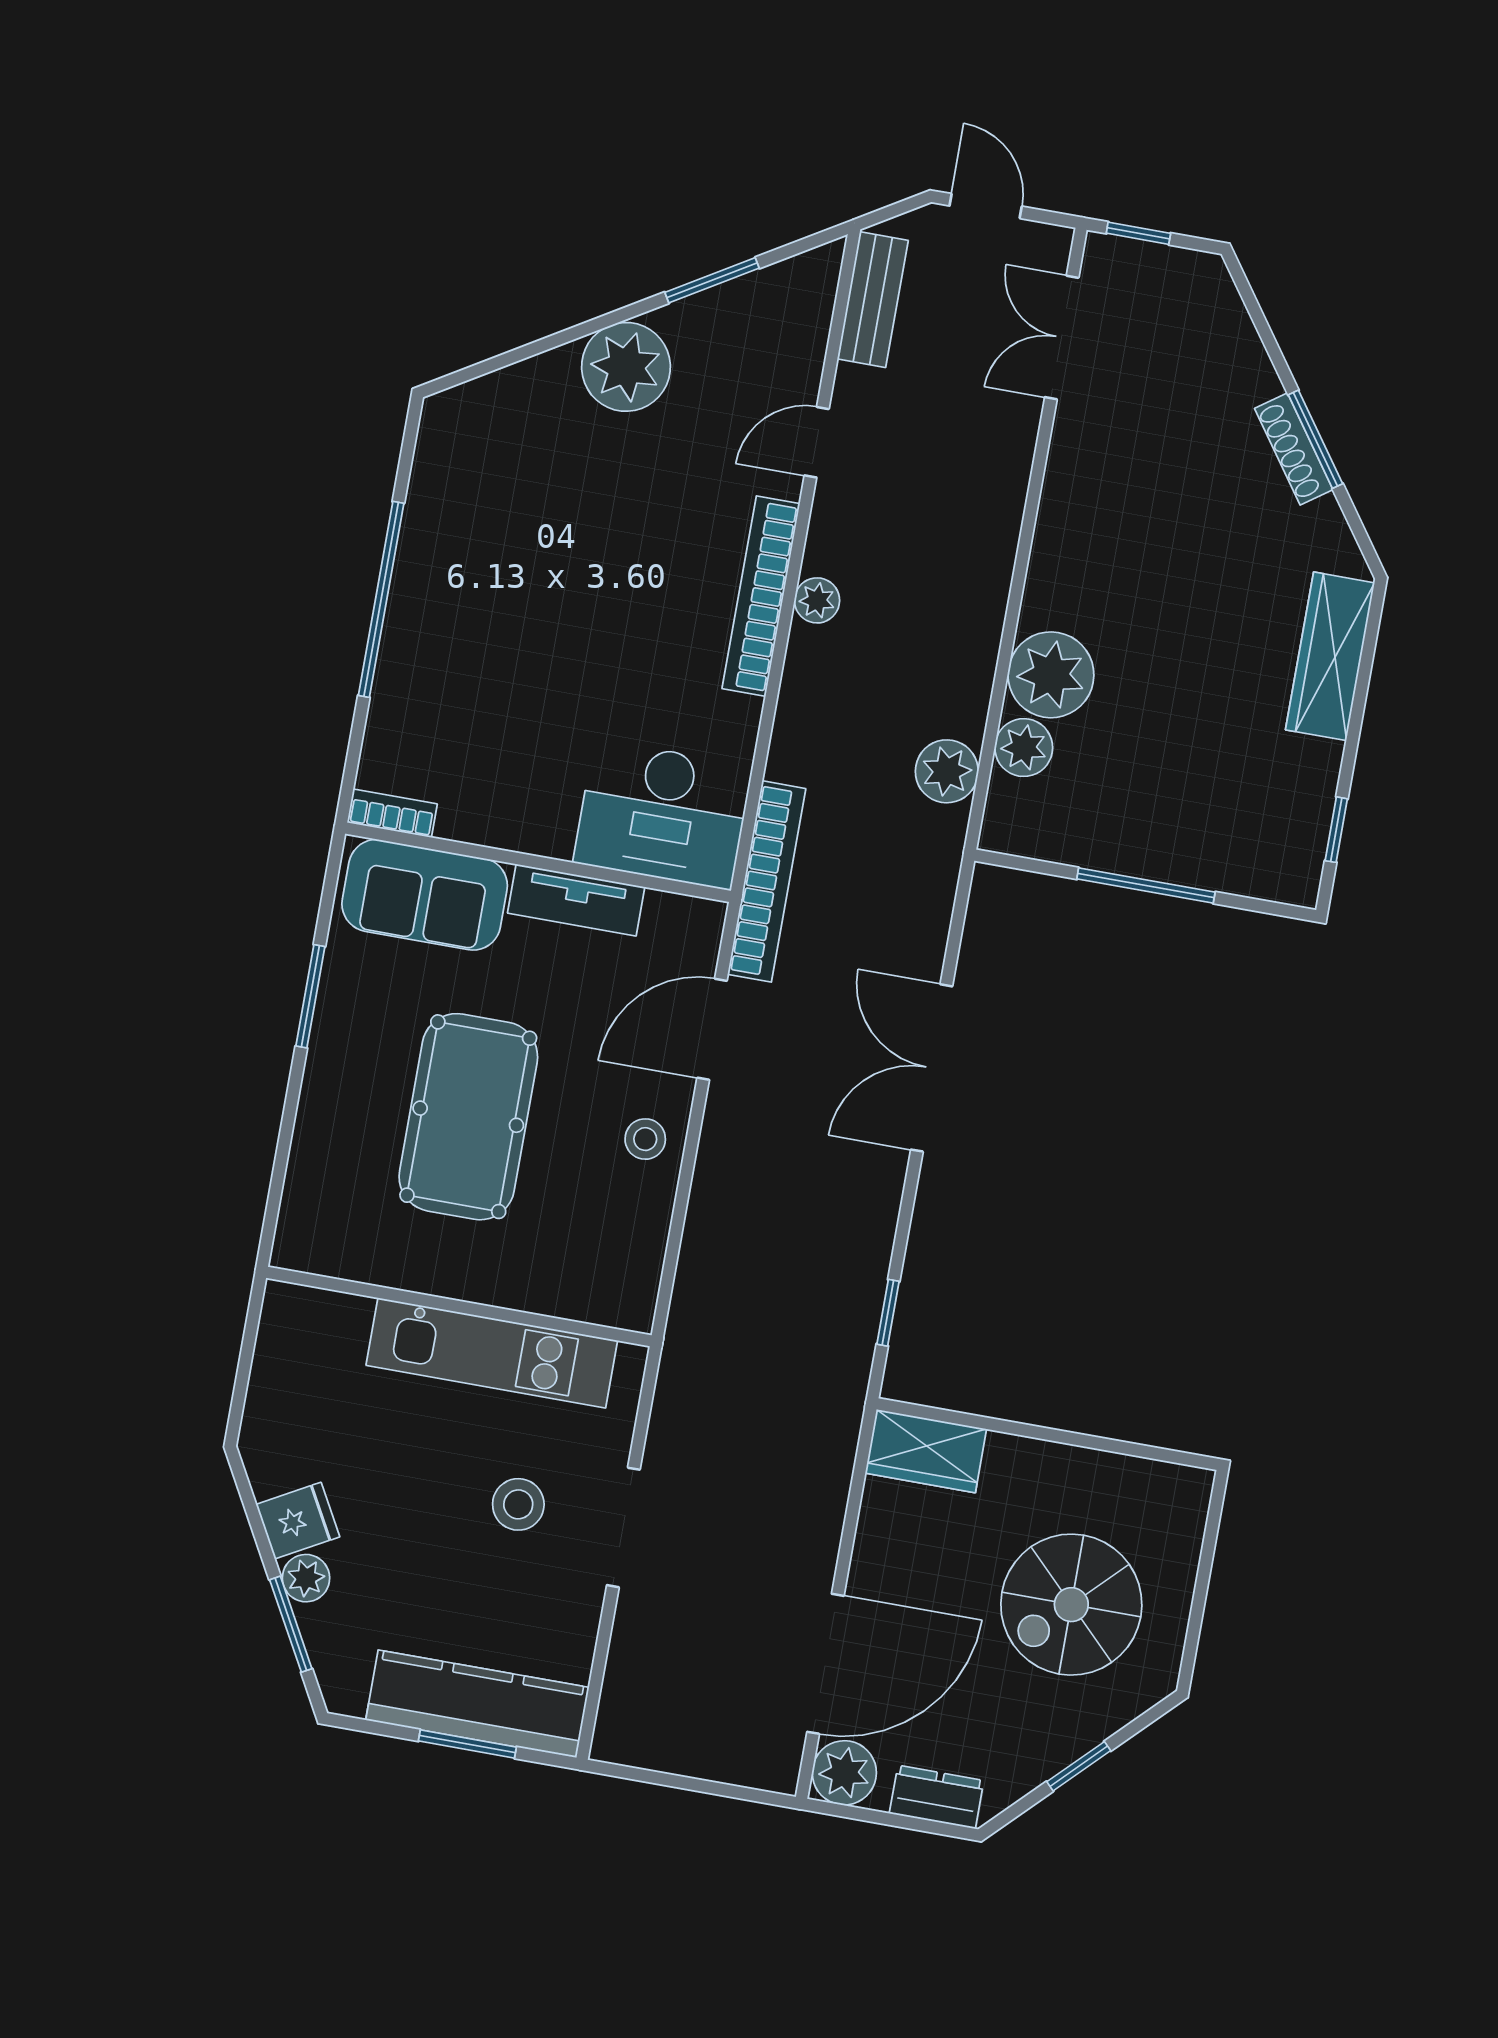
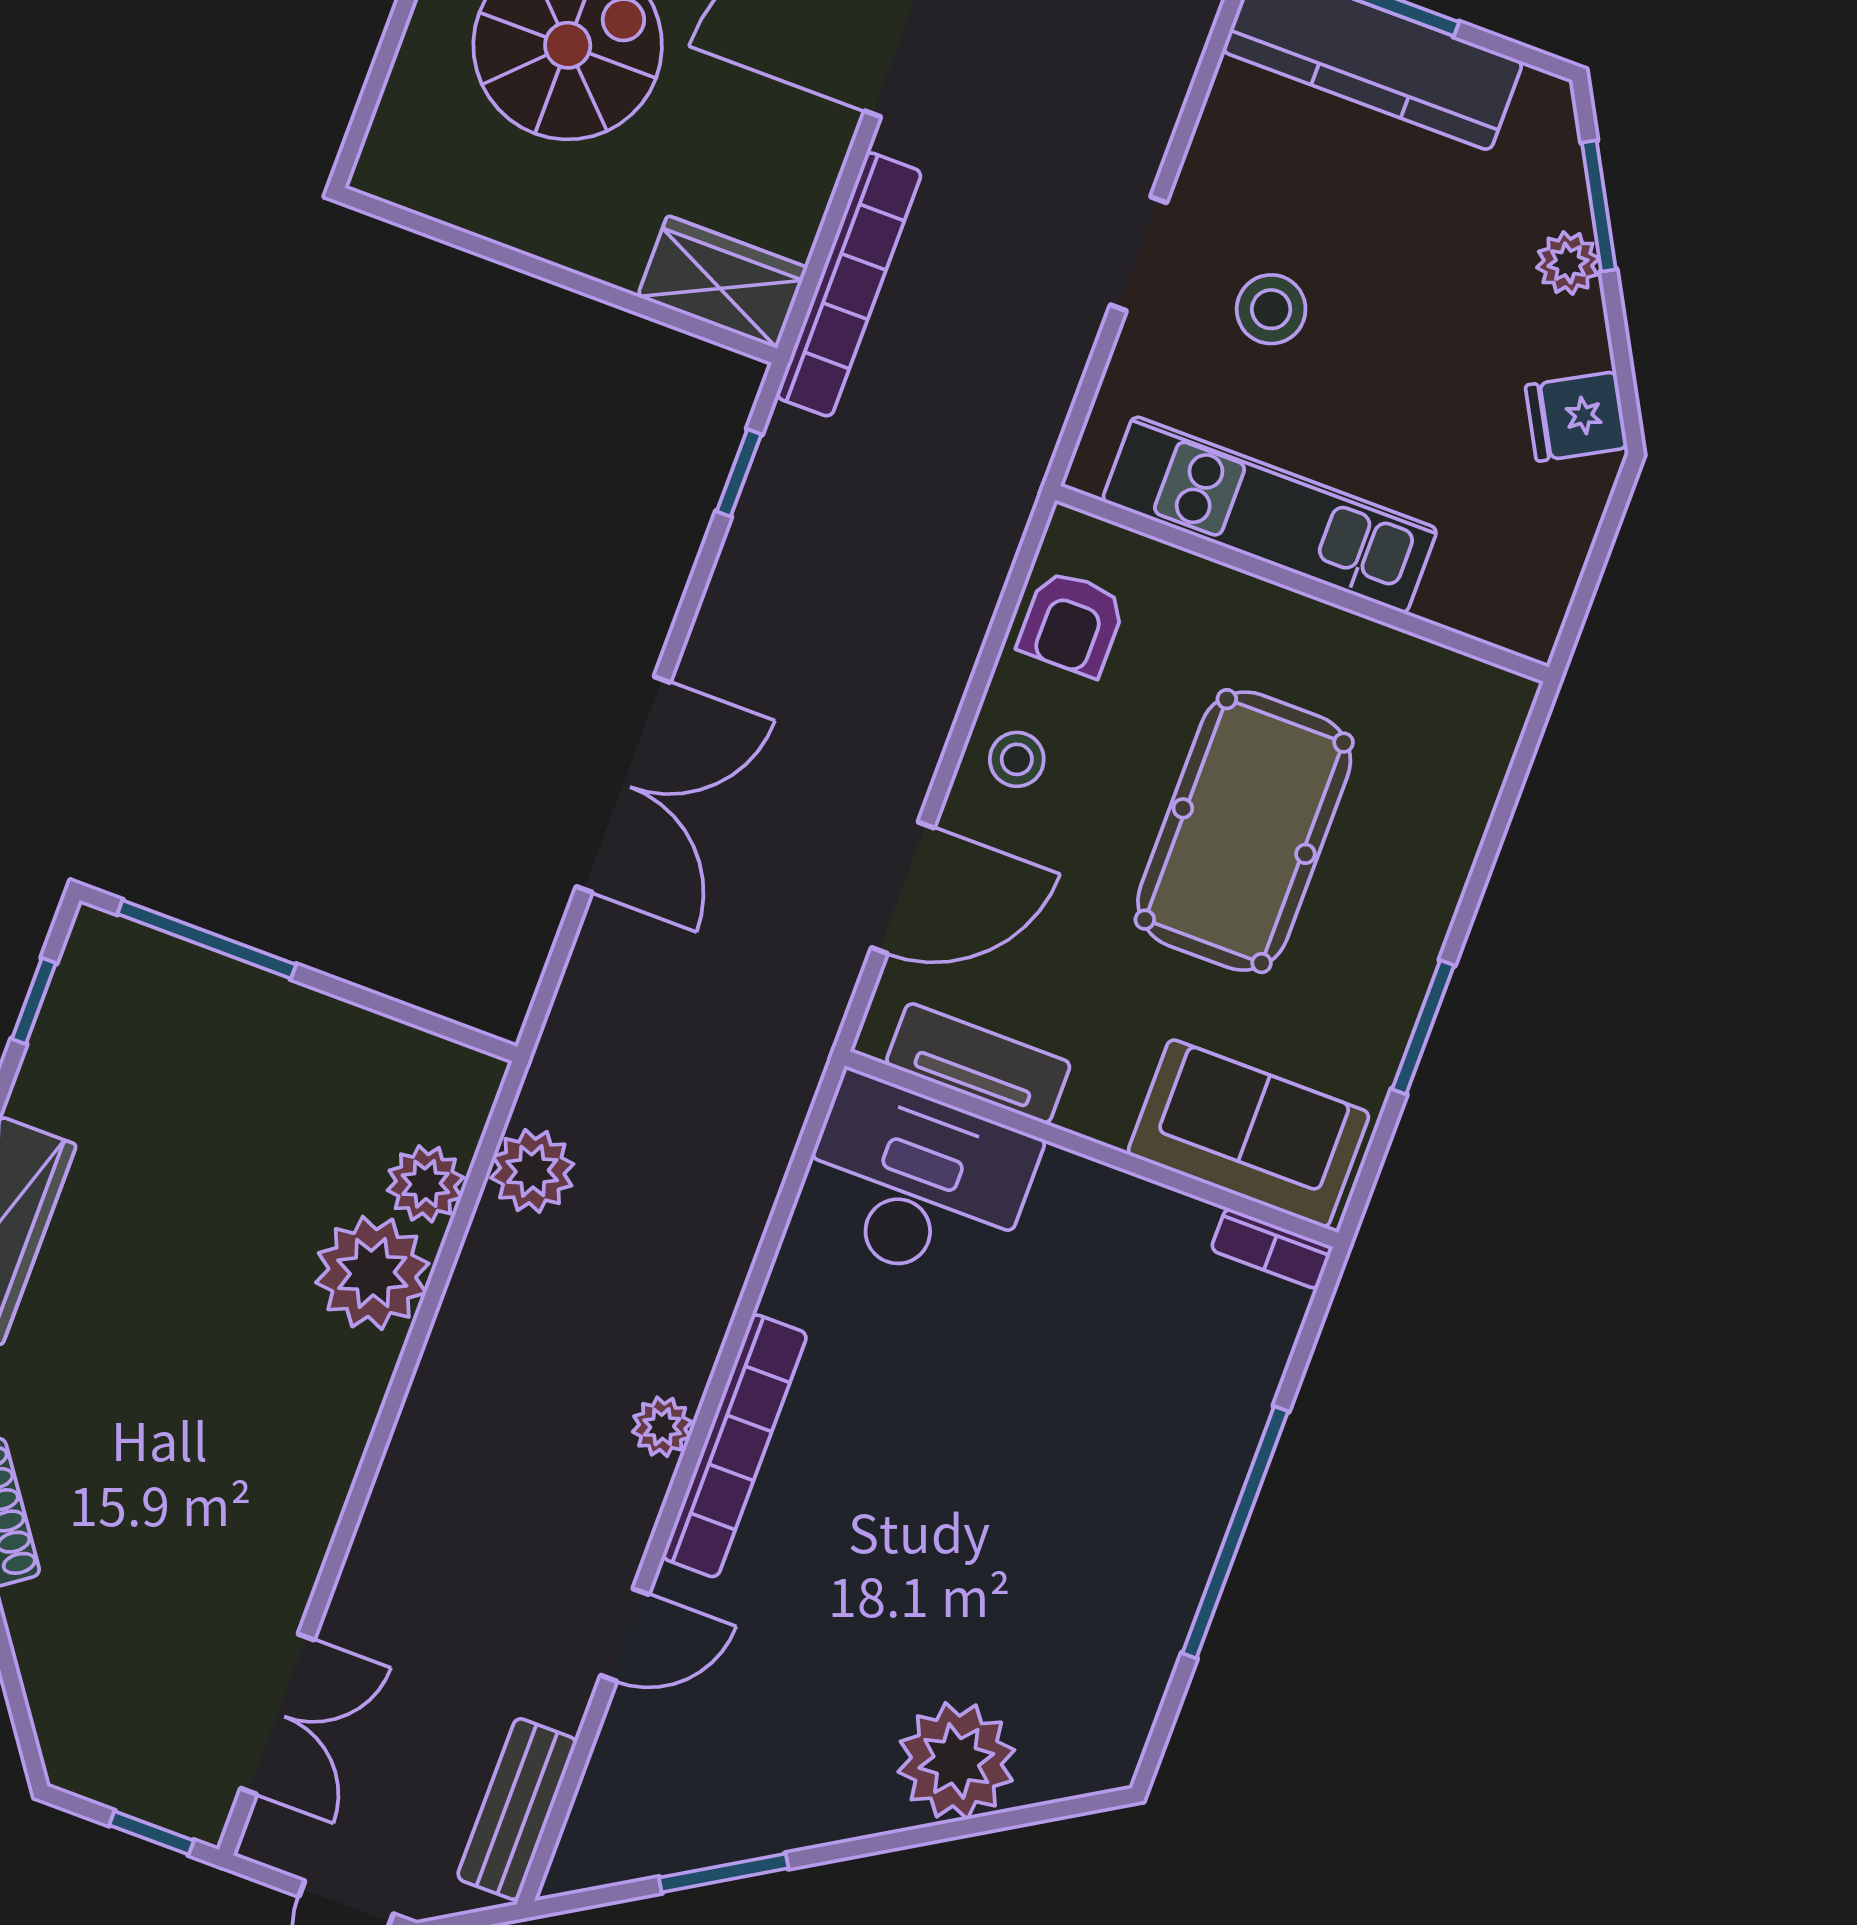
plant: (626, 367) -> (956, 1761), moved
bookcase: (767, 881) -> (849, 284), moved, turned 180
window: (1146, 886) -> (207, 939), moved
tv unit: (576, 900) -> (978, 1063), moved
armchair: (623, 1247) -> (1072, 623), added
fridge: (298, 1521) -> (1576, 417), moved
doorway: (623, 1527) -> (1138, 254), width x0.73

